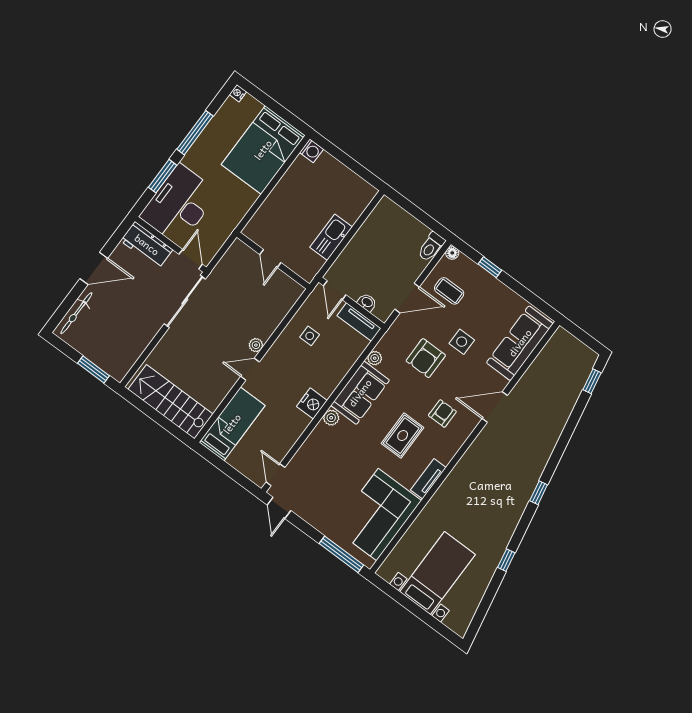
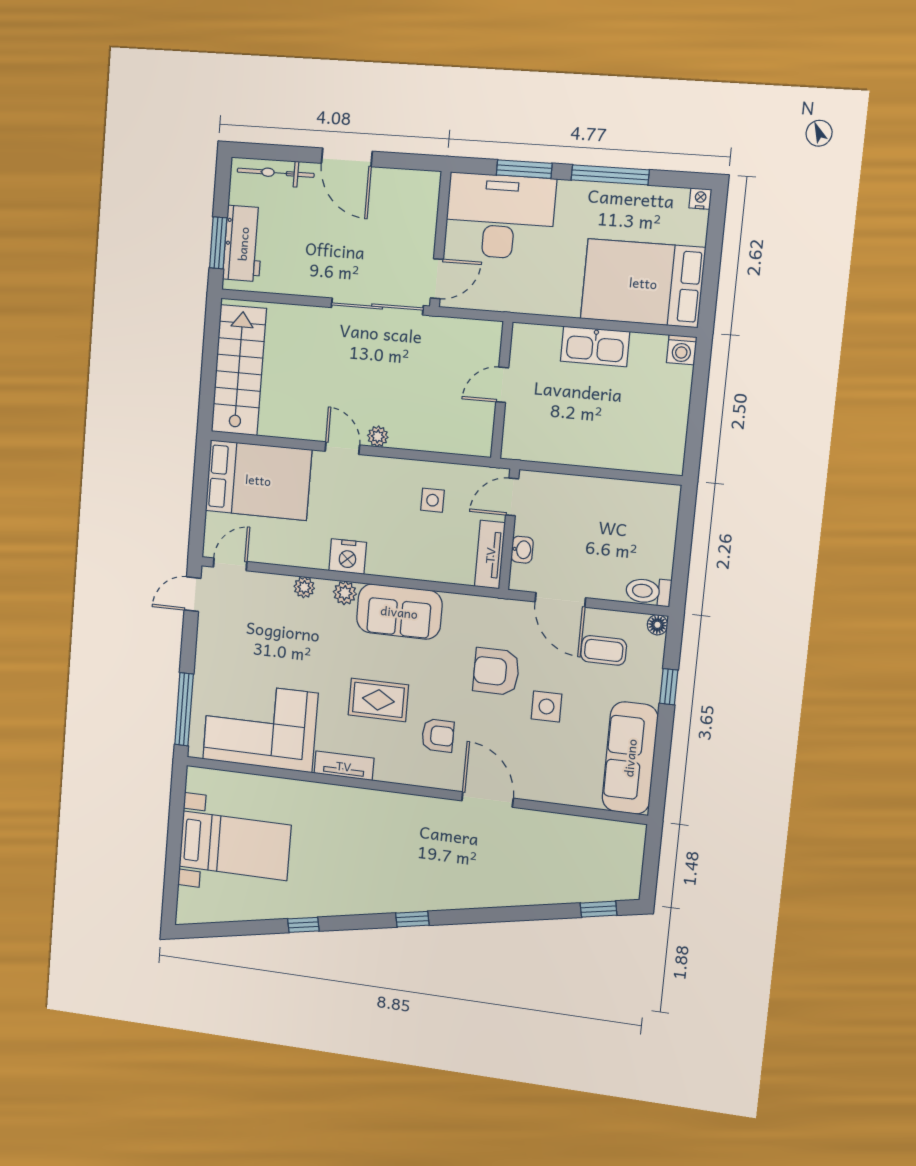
kitchen sink: (331, 237) -> (595, 346), moved, turned 180
workbench: (147, 245) -> (243, 244), moved, turned 180
coffee table: (449, 291) -> (604, 650), turned 90
sofa: (520, 343) -> (630, 758), moved, turned -90
plant: (375, 358) -> (304, 587), moved
bed: (232, 424) -> (258, 480), width x1.50

